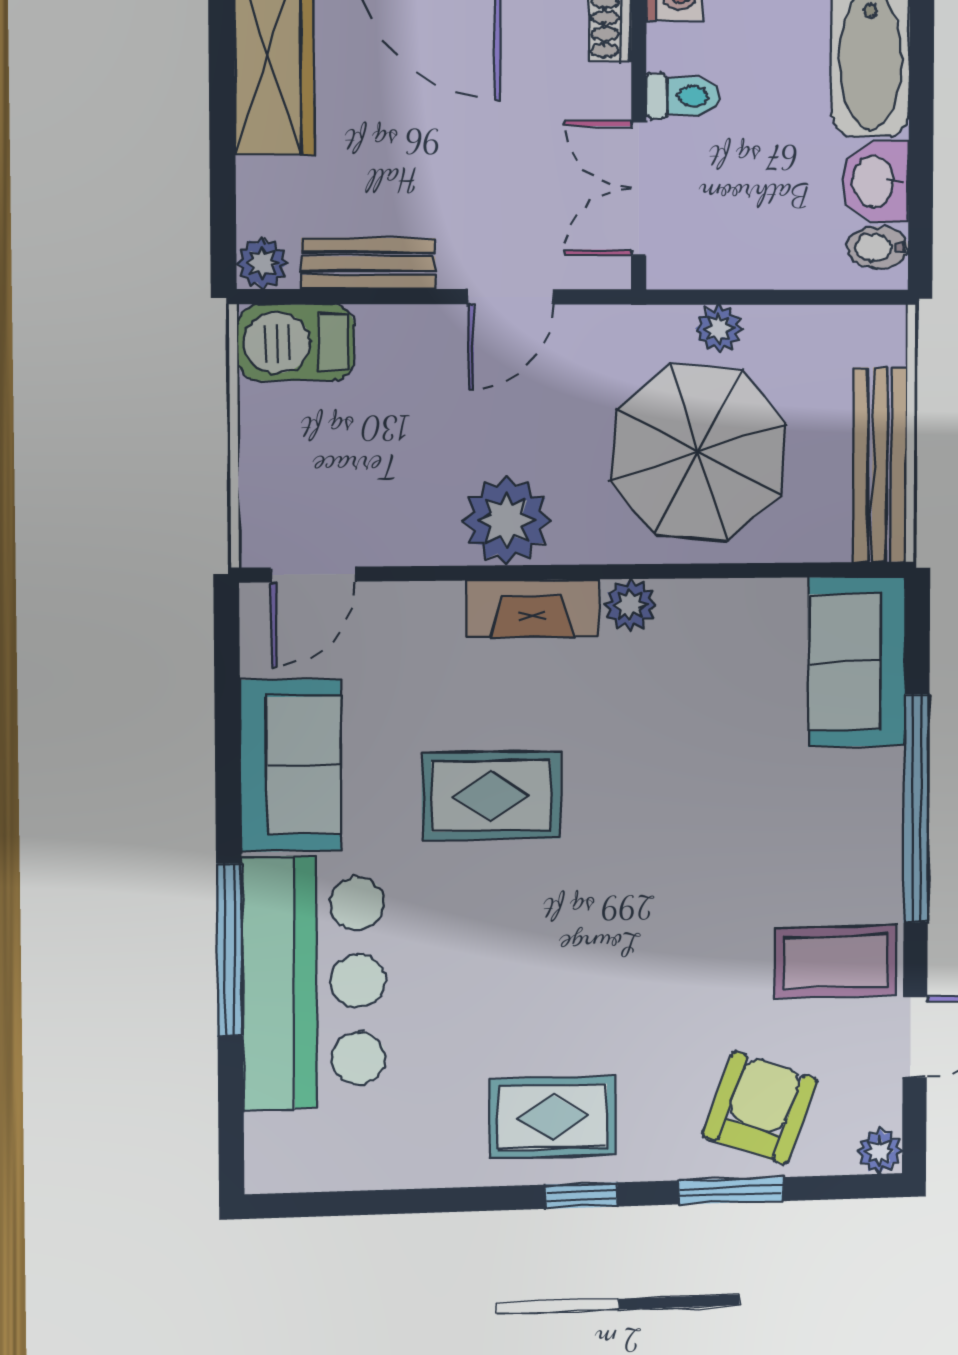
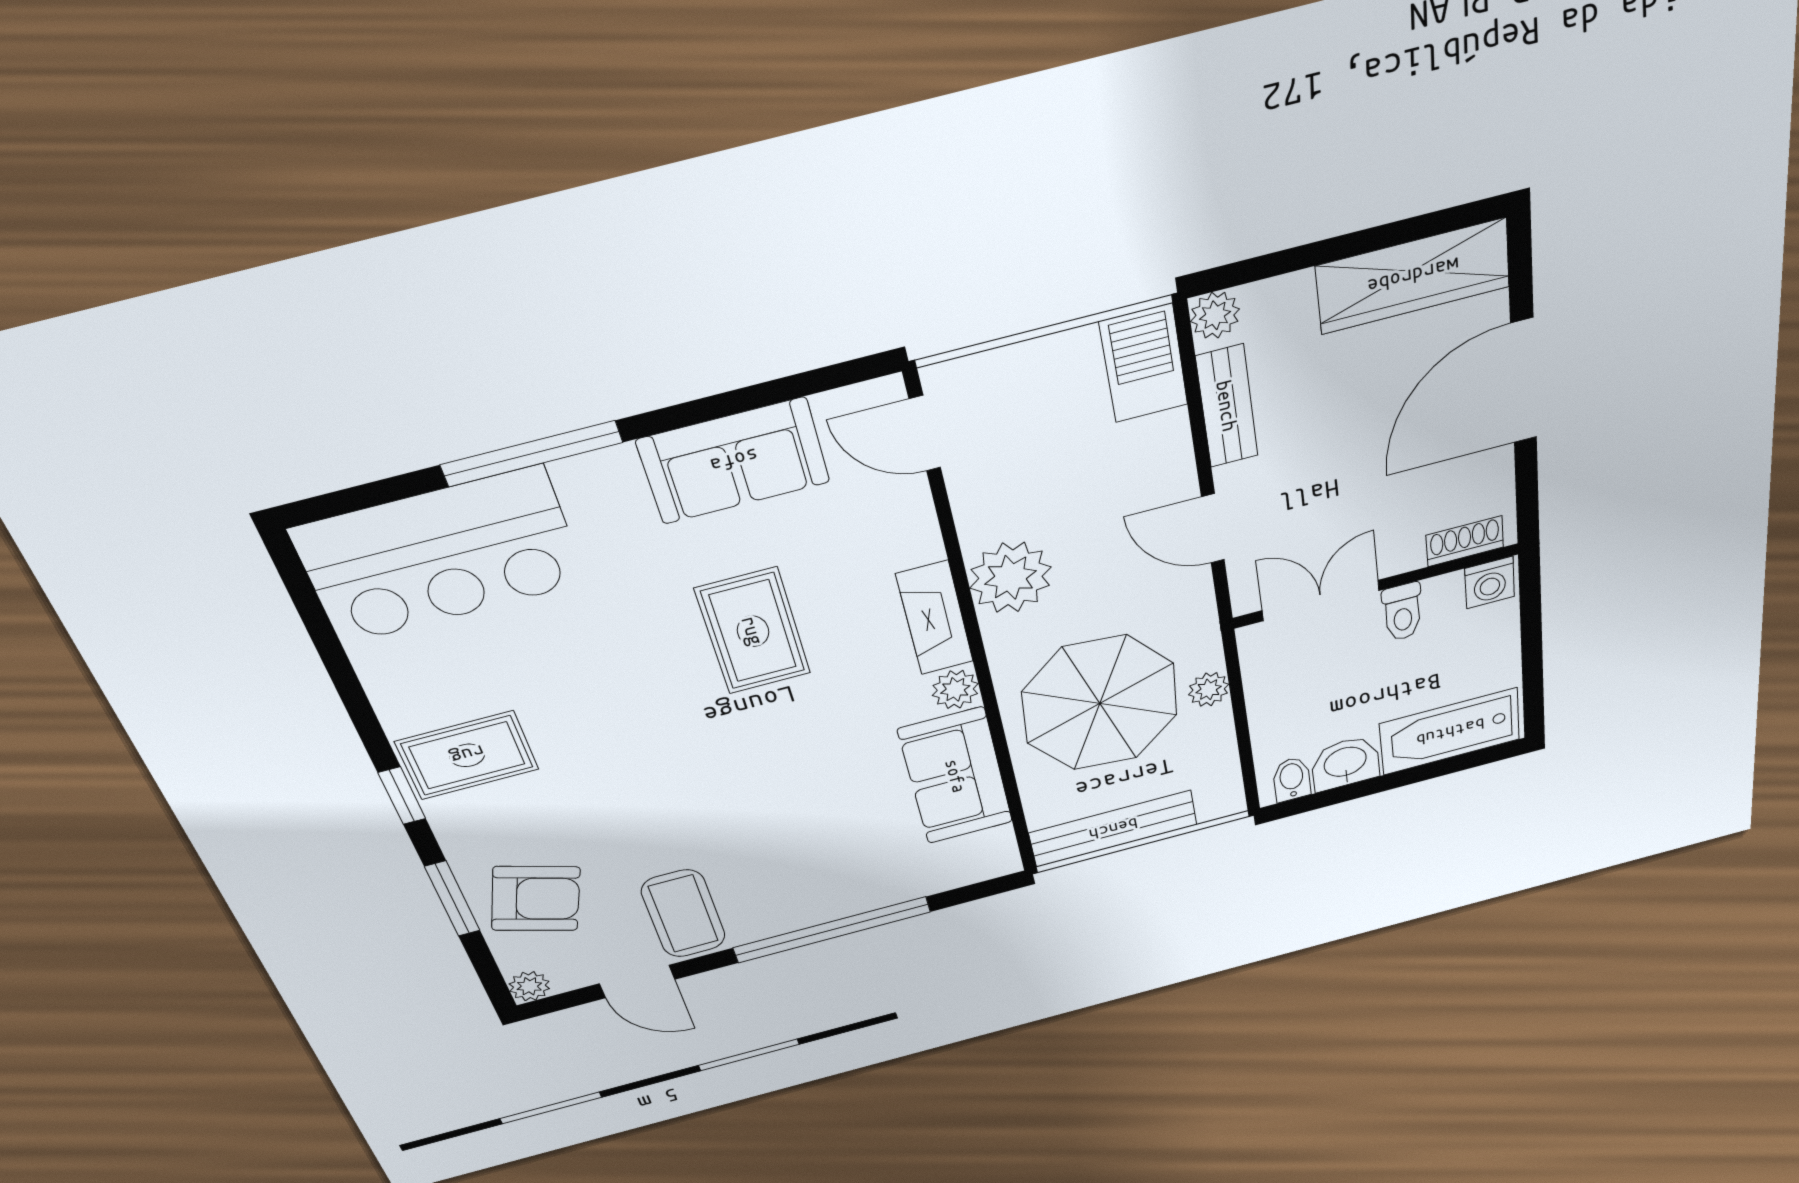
sofa: (857, 662) -> (956, 776), moved, turned -90
bar counter: (314, 982) -> (441, 556), moved
rug: (553, 1117) -> (467, 755), turned 90

